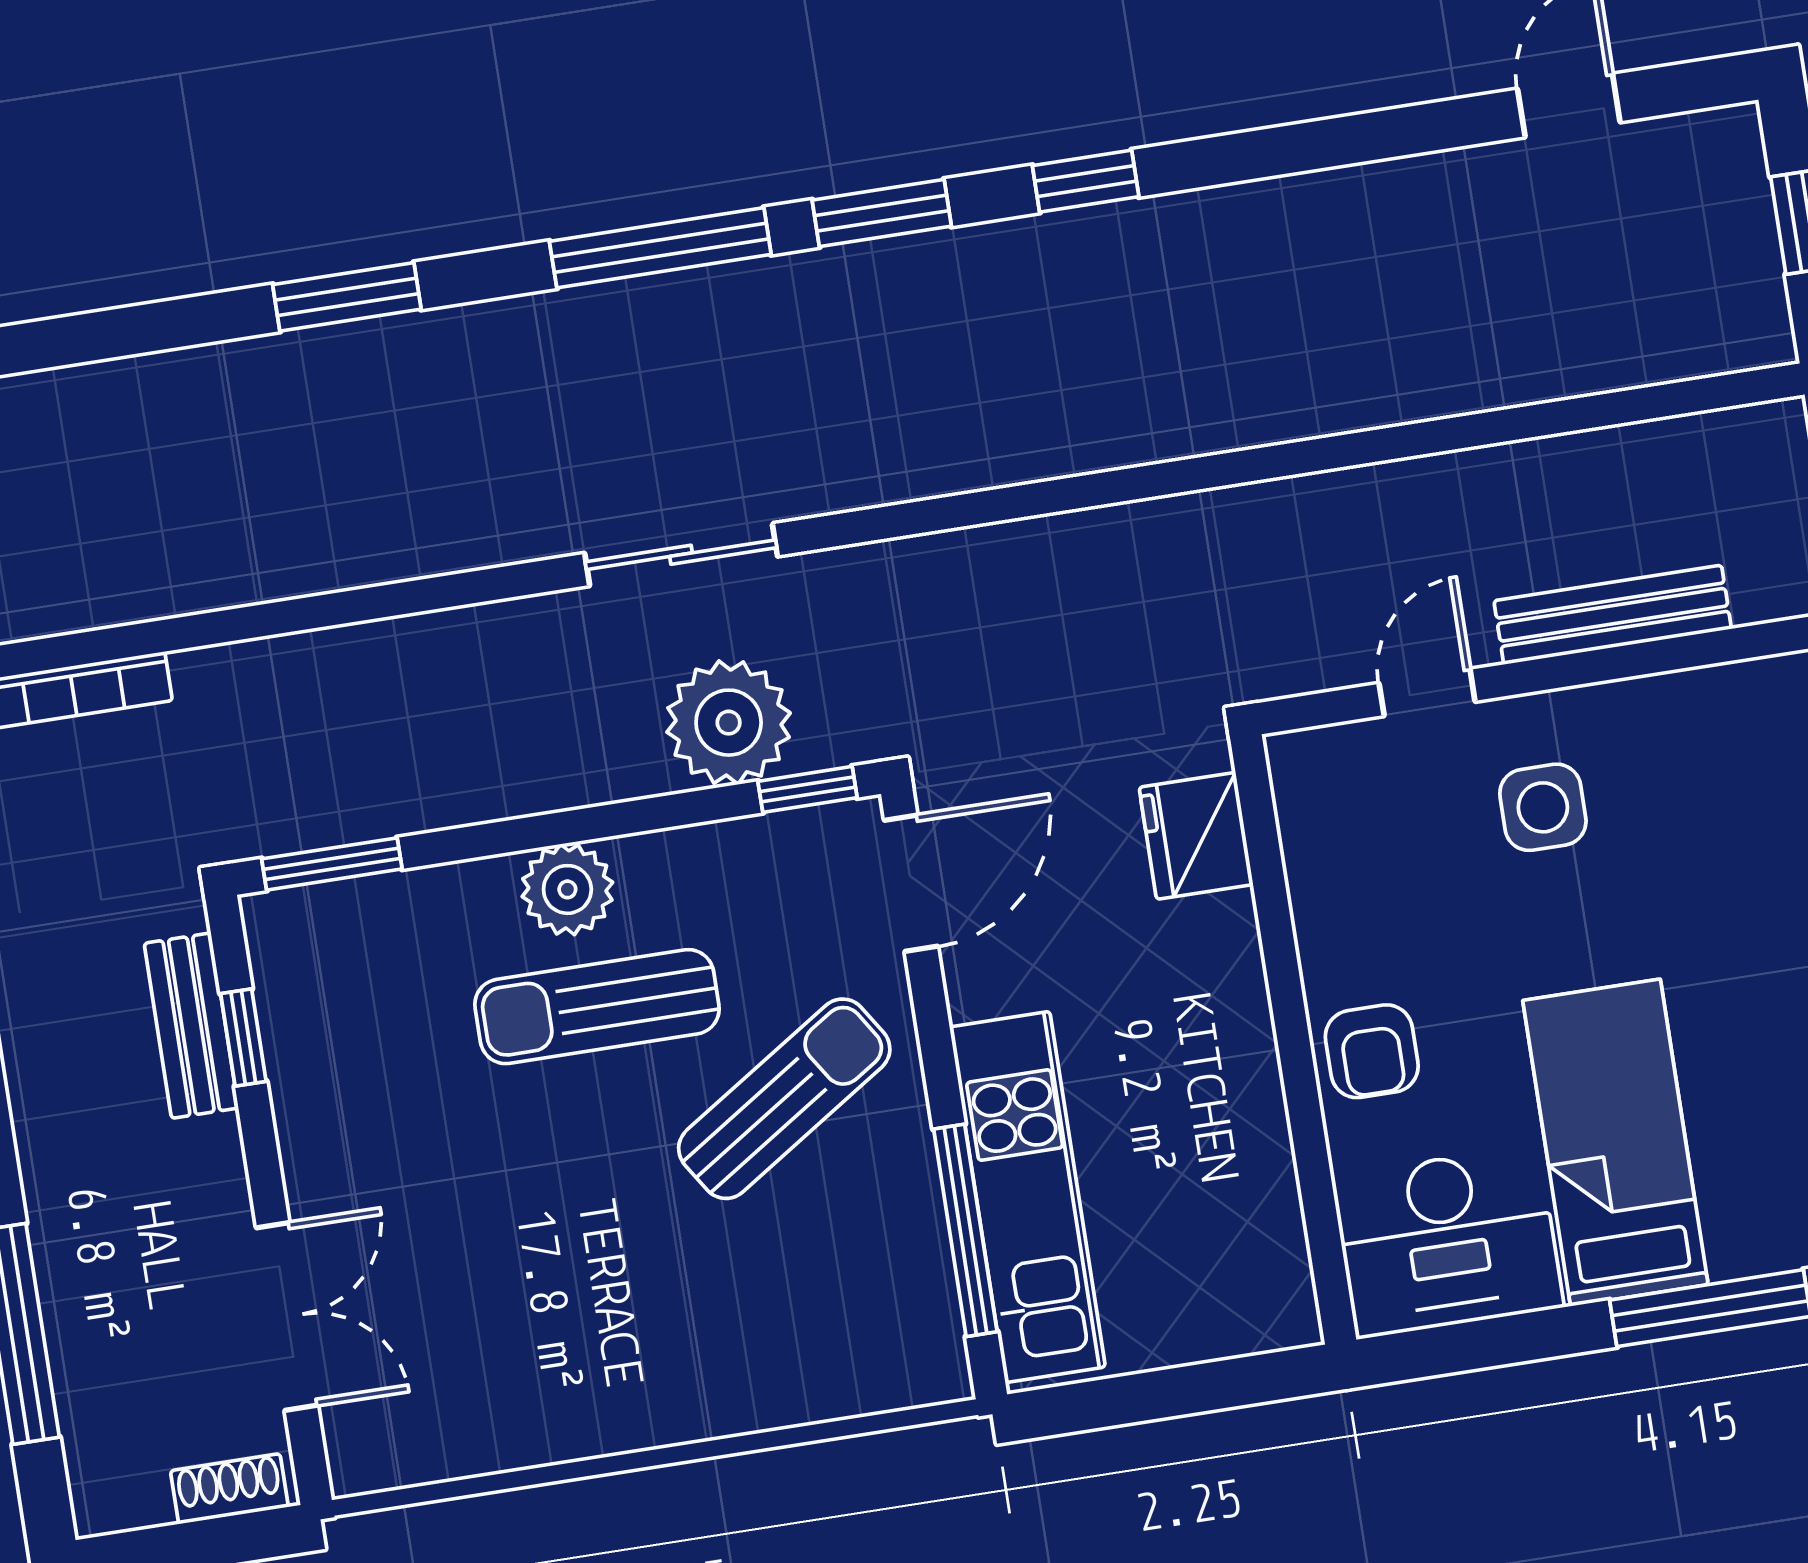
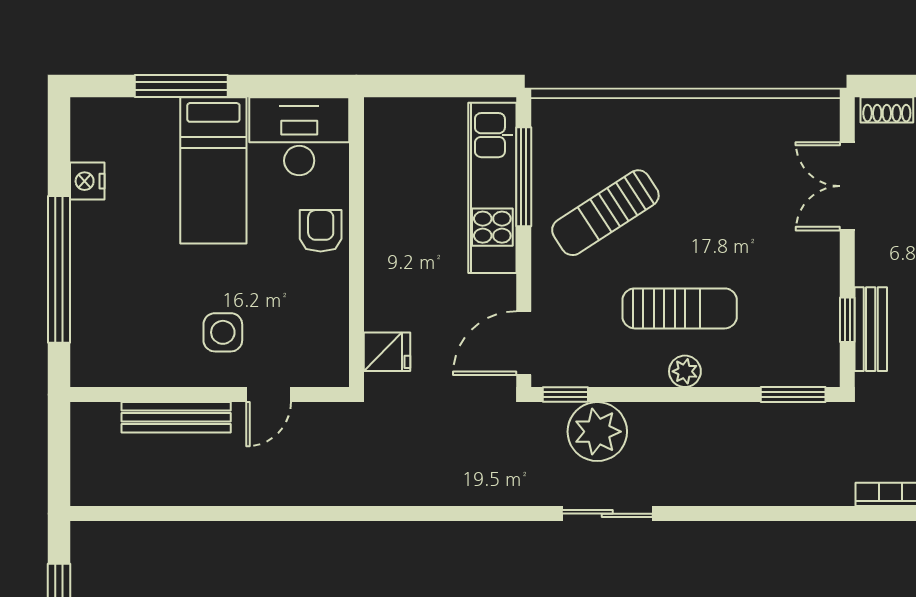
fridge: (1196, 836) -> (387, 352), width x0.72
plant: (567, 889) -> (685, 371), width x0.73, depth x0.73
sun lounger: (784, 1099) -> (605, 213), moved

